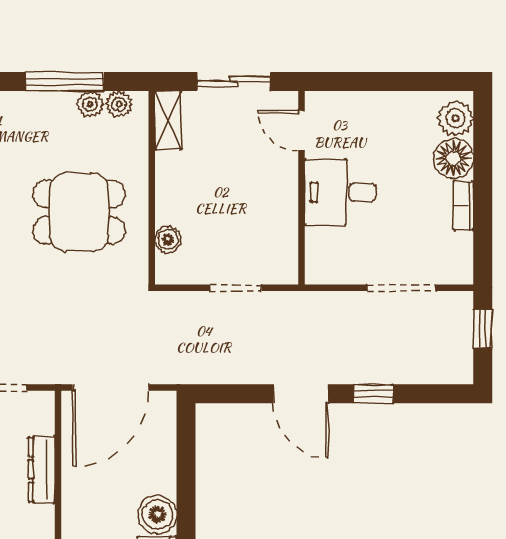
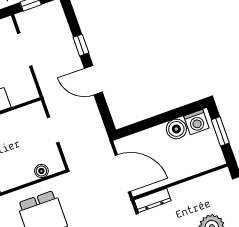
door: (301, 394) -> (93, 80), swing flipped
dresser: (42, 469) -> (153, 200), moved

